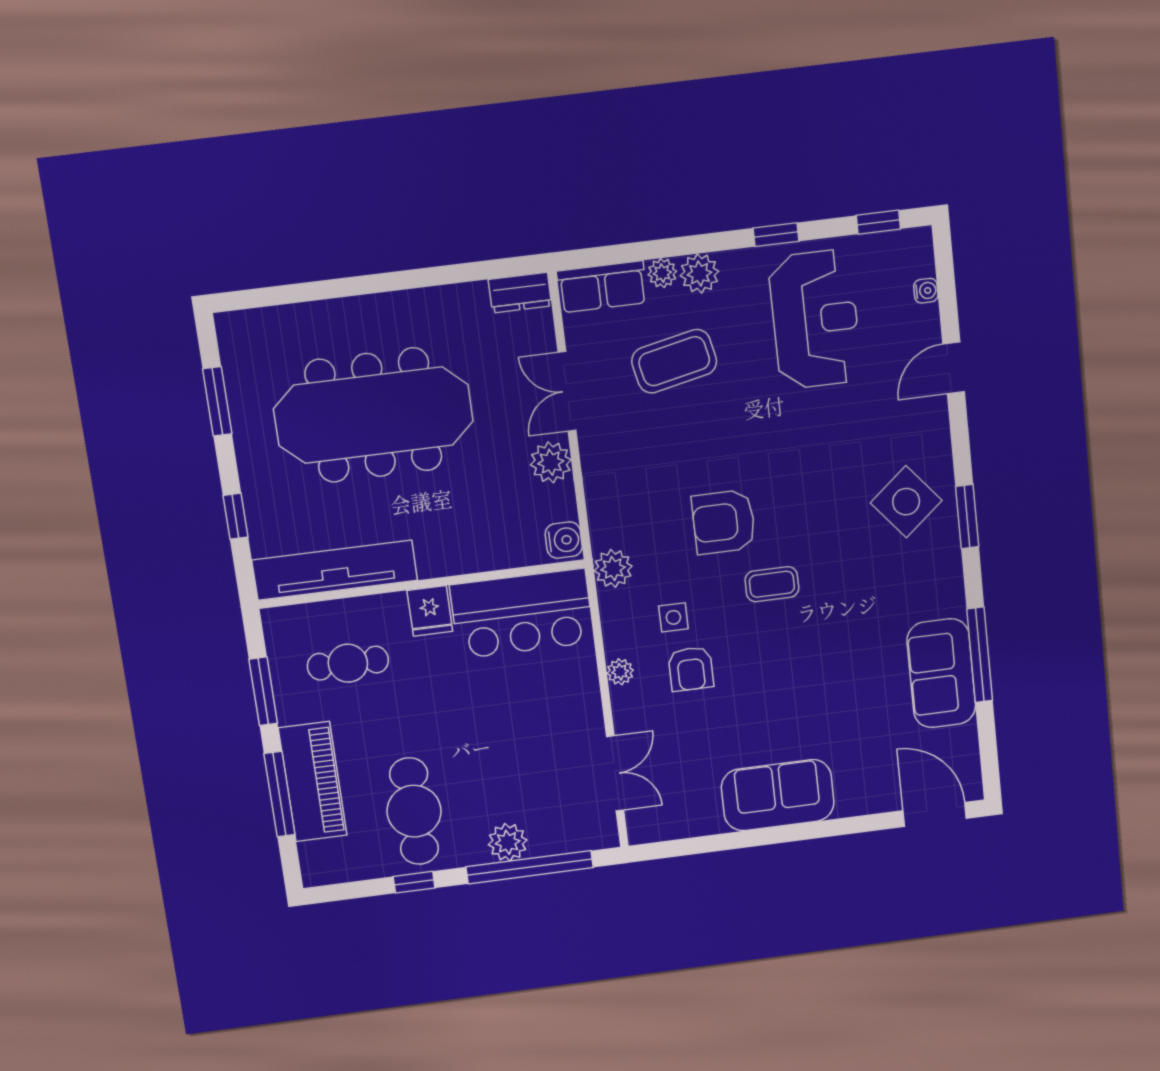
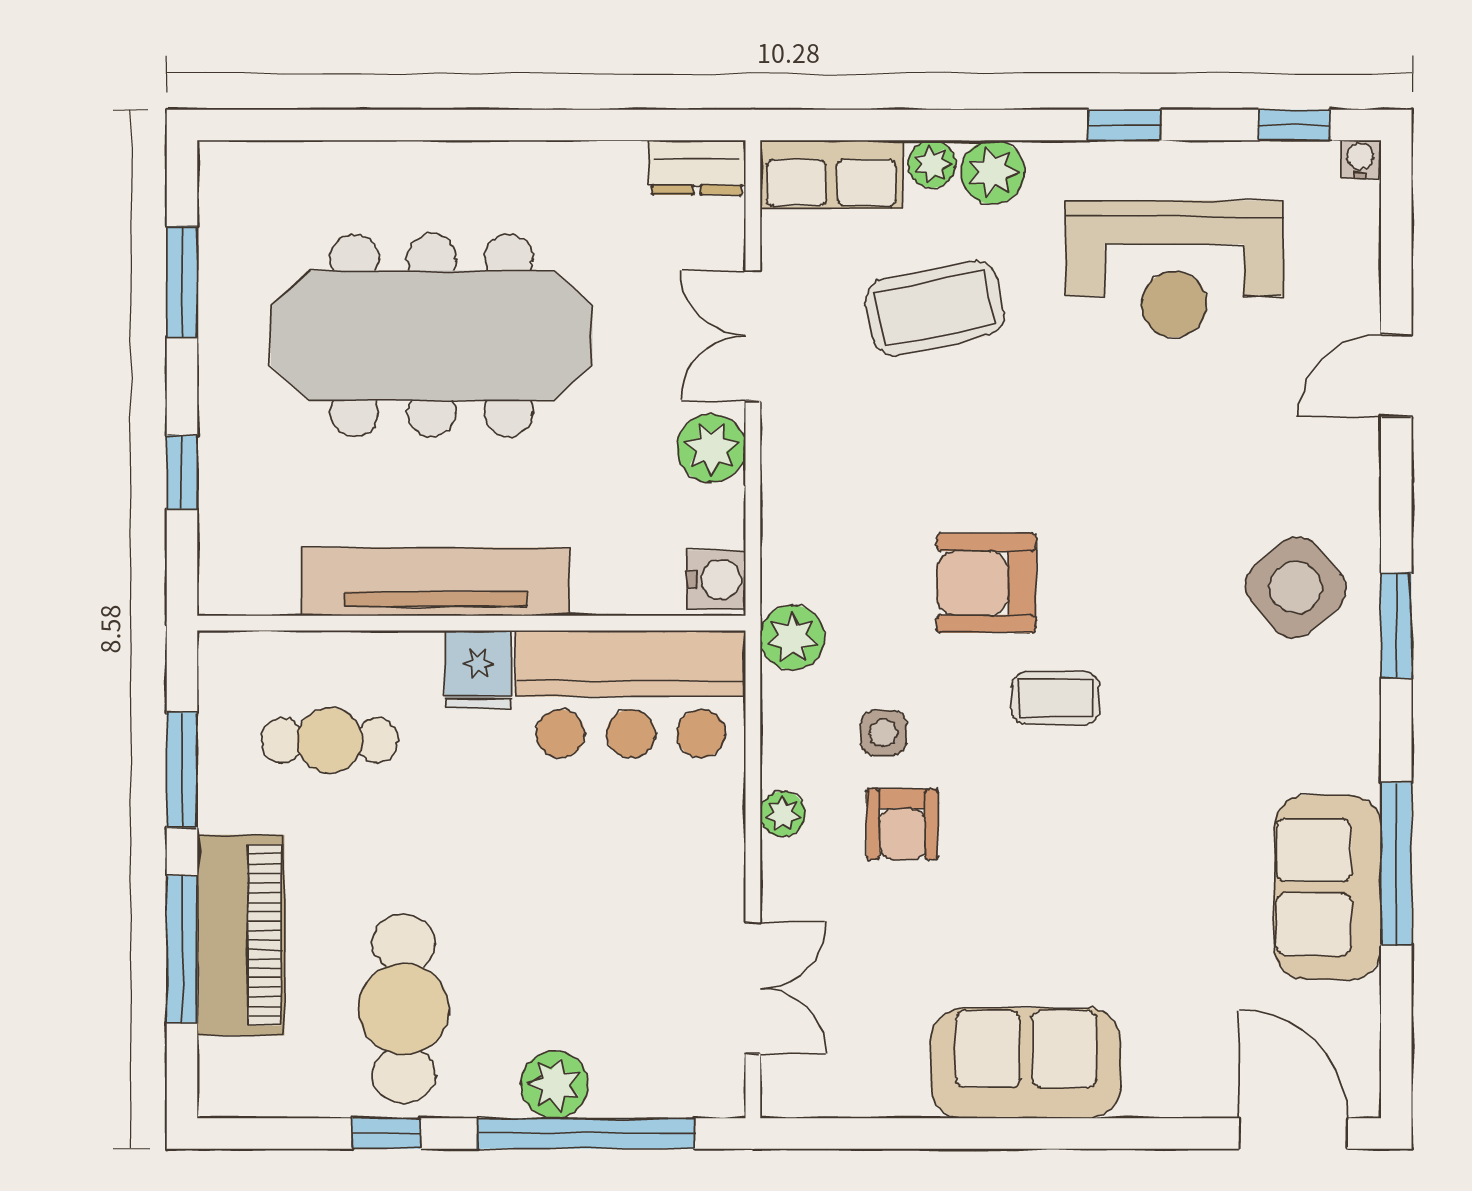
water cooler: (926, 291) -> (1360, 159), moved, turned -90
reception desk: (815, 319) -> (1174, 269), turned 90
tv unit: (335, 570) -> (436, 582), moved

